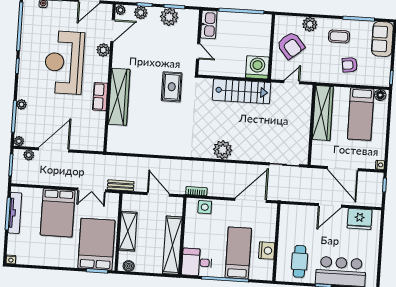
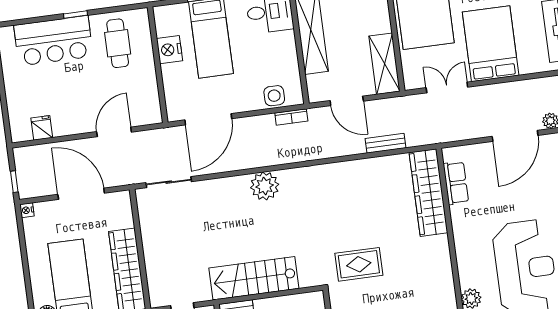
rug: (172, 87) -> (359, 264), turned 90
row of seats: (100, 97) -> (456, 183), moved
wardrobe: (119, 97) -> (428, 193), moved
bench: (121, 185) -> (386, 143), moved
door: (330, 205) -> (114, 132), moved
fridge: (360, 219) -> (42, 128), width x0.53, depth x0.75
shelving: (128, 231) -> (384, 64), moved

